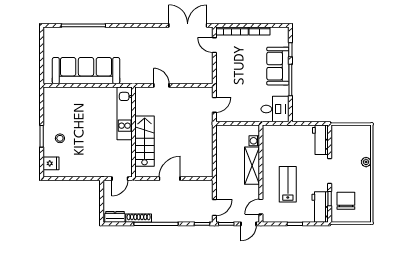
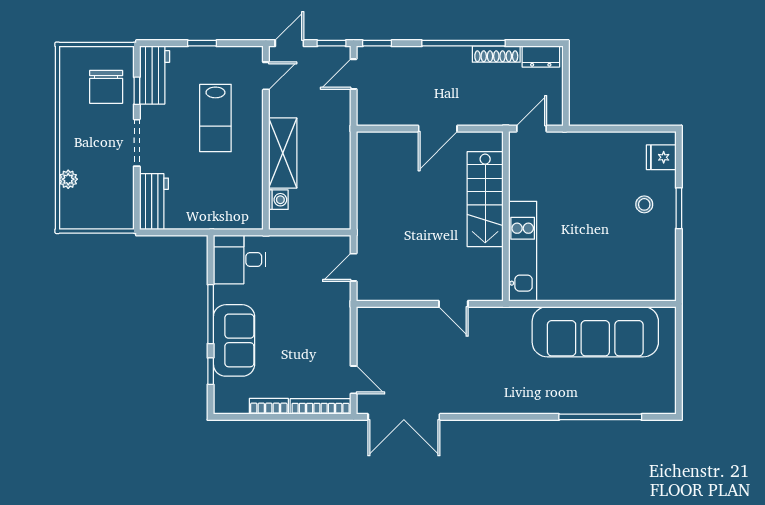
plant: (366, 162) -> (68, 179), moved

